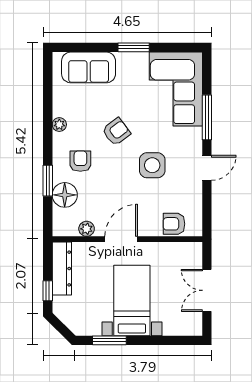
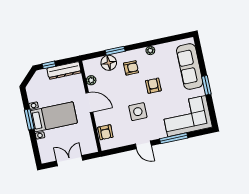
sofa: (89, 67) -> (190, 67), width x1.36
armchair: (116, 132) -> (153, 86), turned -143
armchair: (174, 224) -> (105, 132), turned 180
window: (109, 340) -> (29, 119), moved

